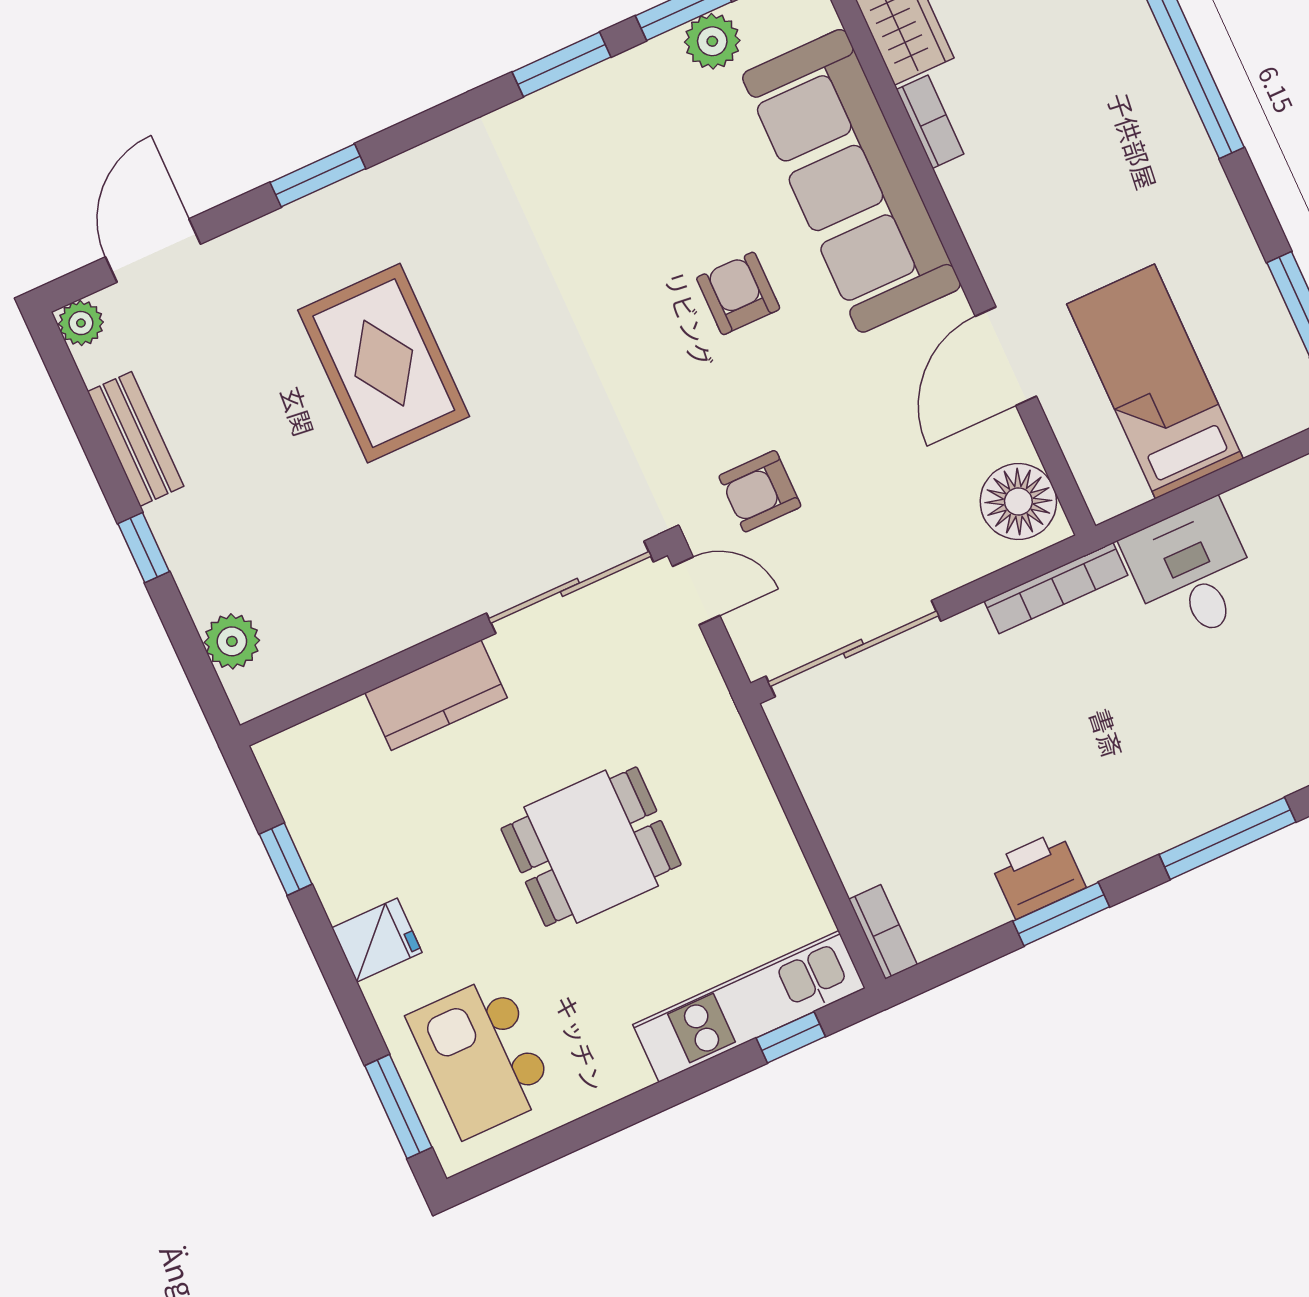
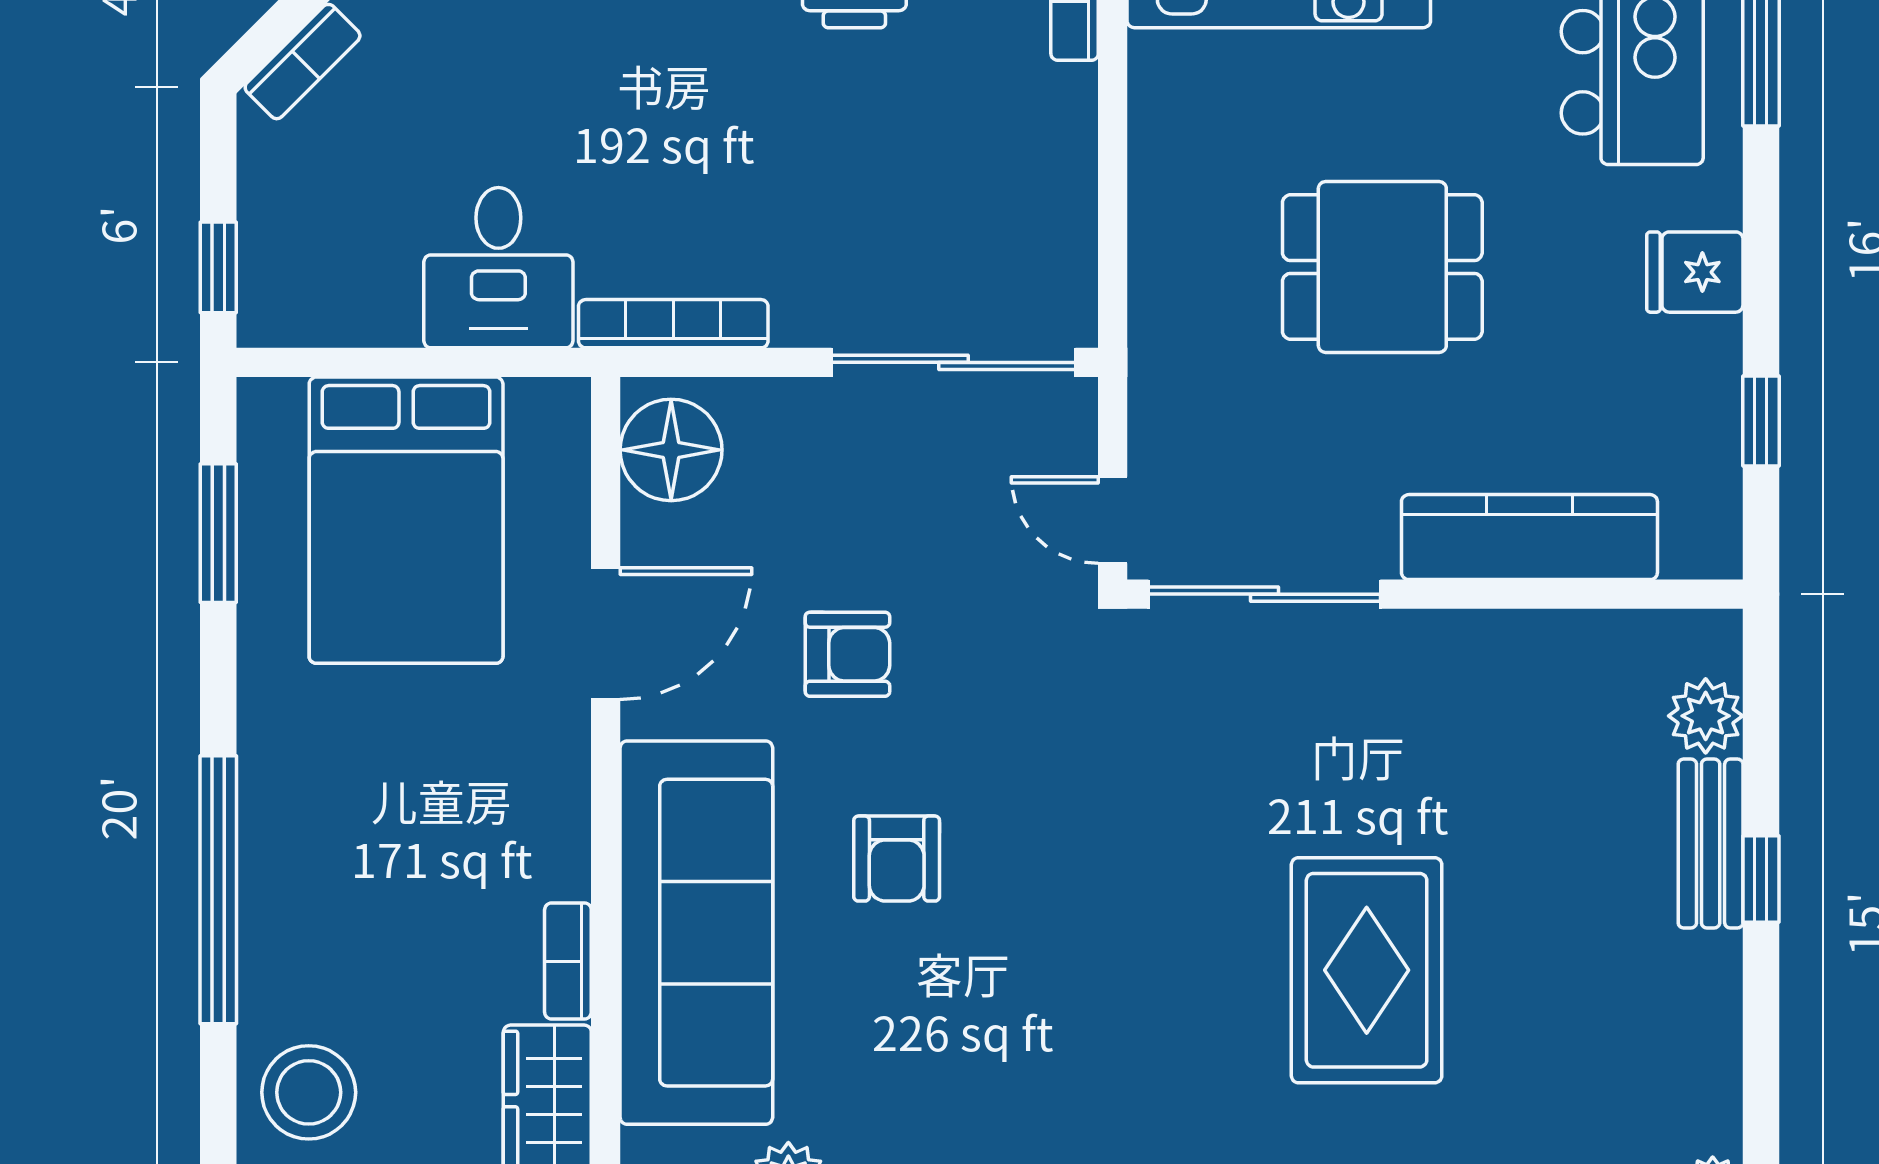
bed: (1155, 382) -> (406, 520), width x1.50
bench: (136, 439) -> (1711, 843), moved
armchair: (760, 491) -> (847, 654), moved
kitchen counter: (436, 695) -> (1529, 537), width x1.50

